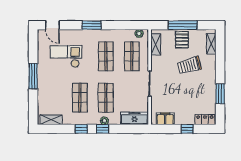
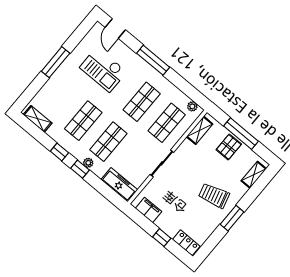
window: (92, 25) -> (153, 60), width x1.44
checkout: (66, 56) -> (103, 70), turned 180
trolley: (189, 65) -> (214, 196), moved
window: (220, 94) -> (232, 218), moved

